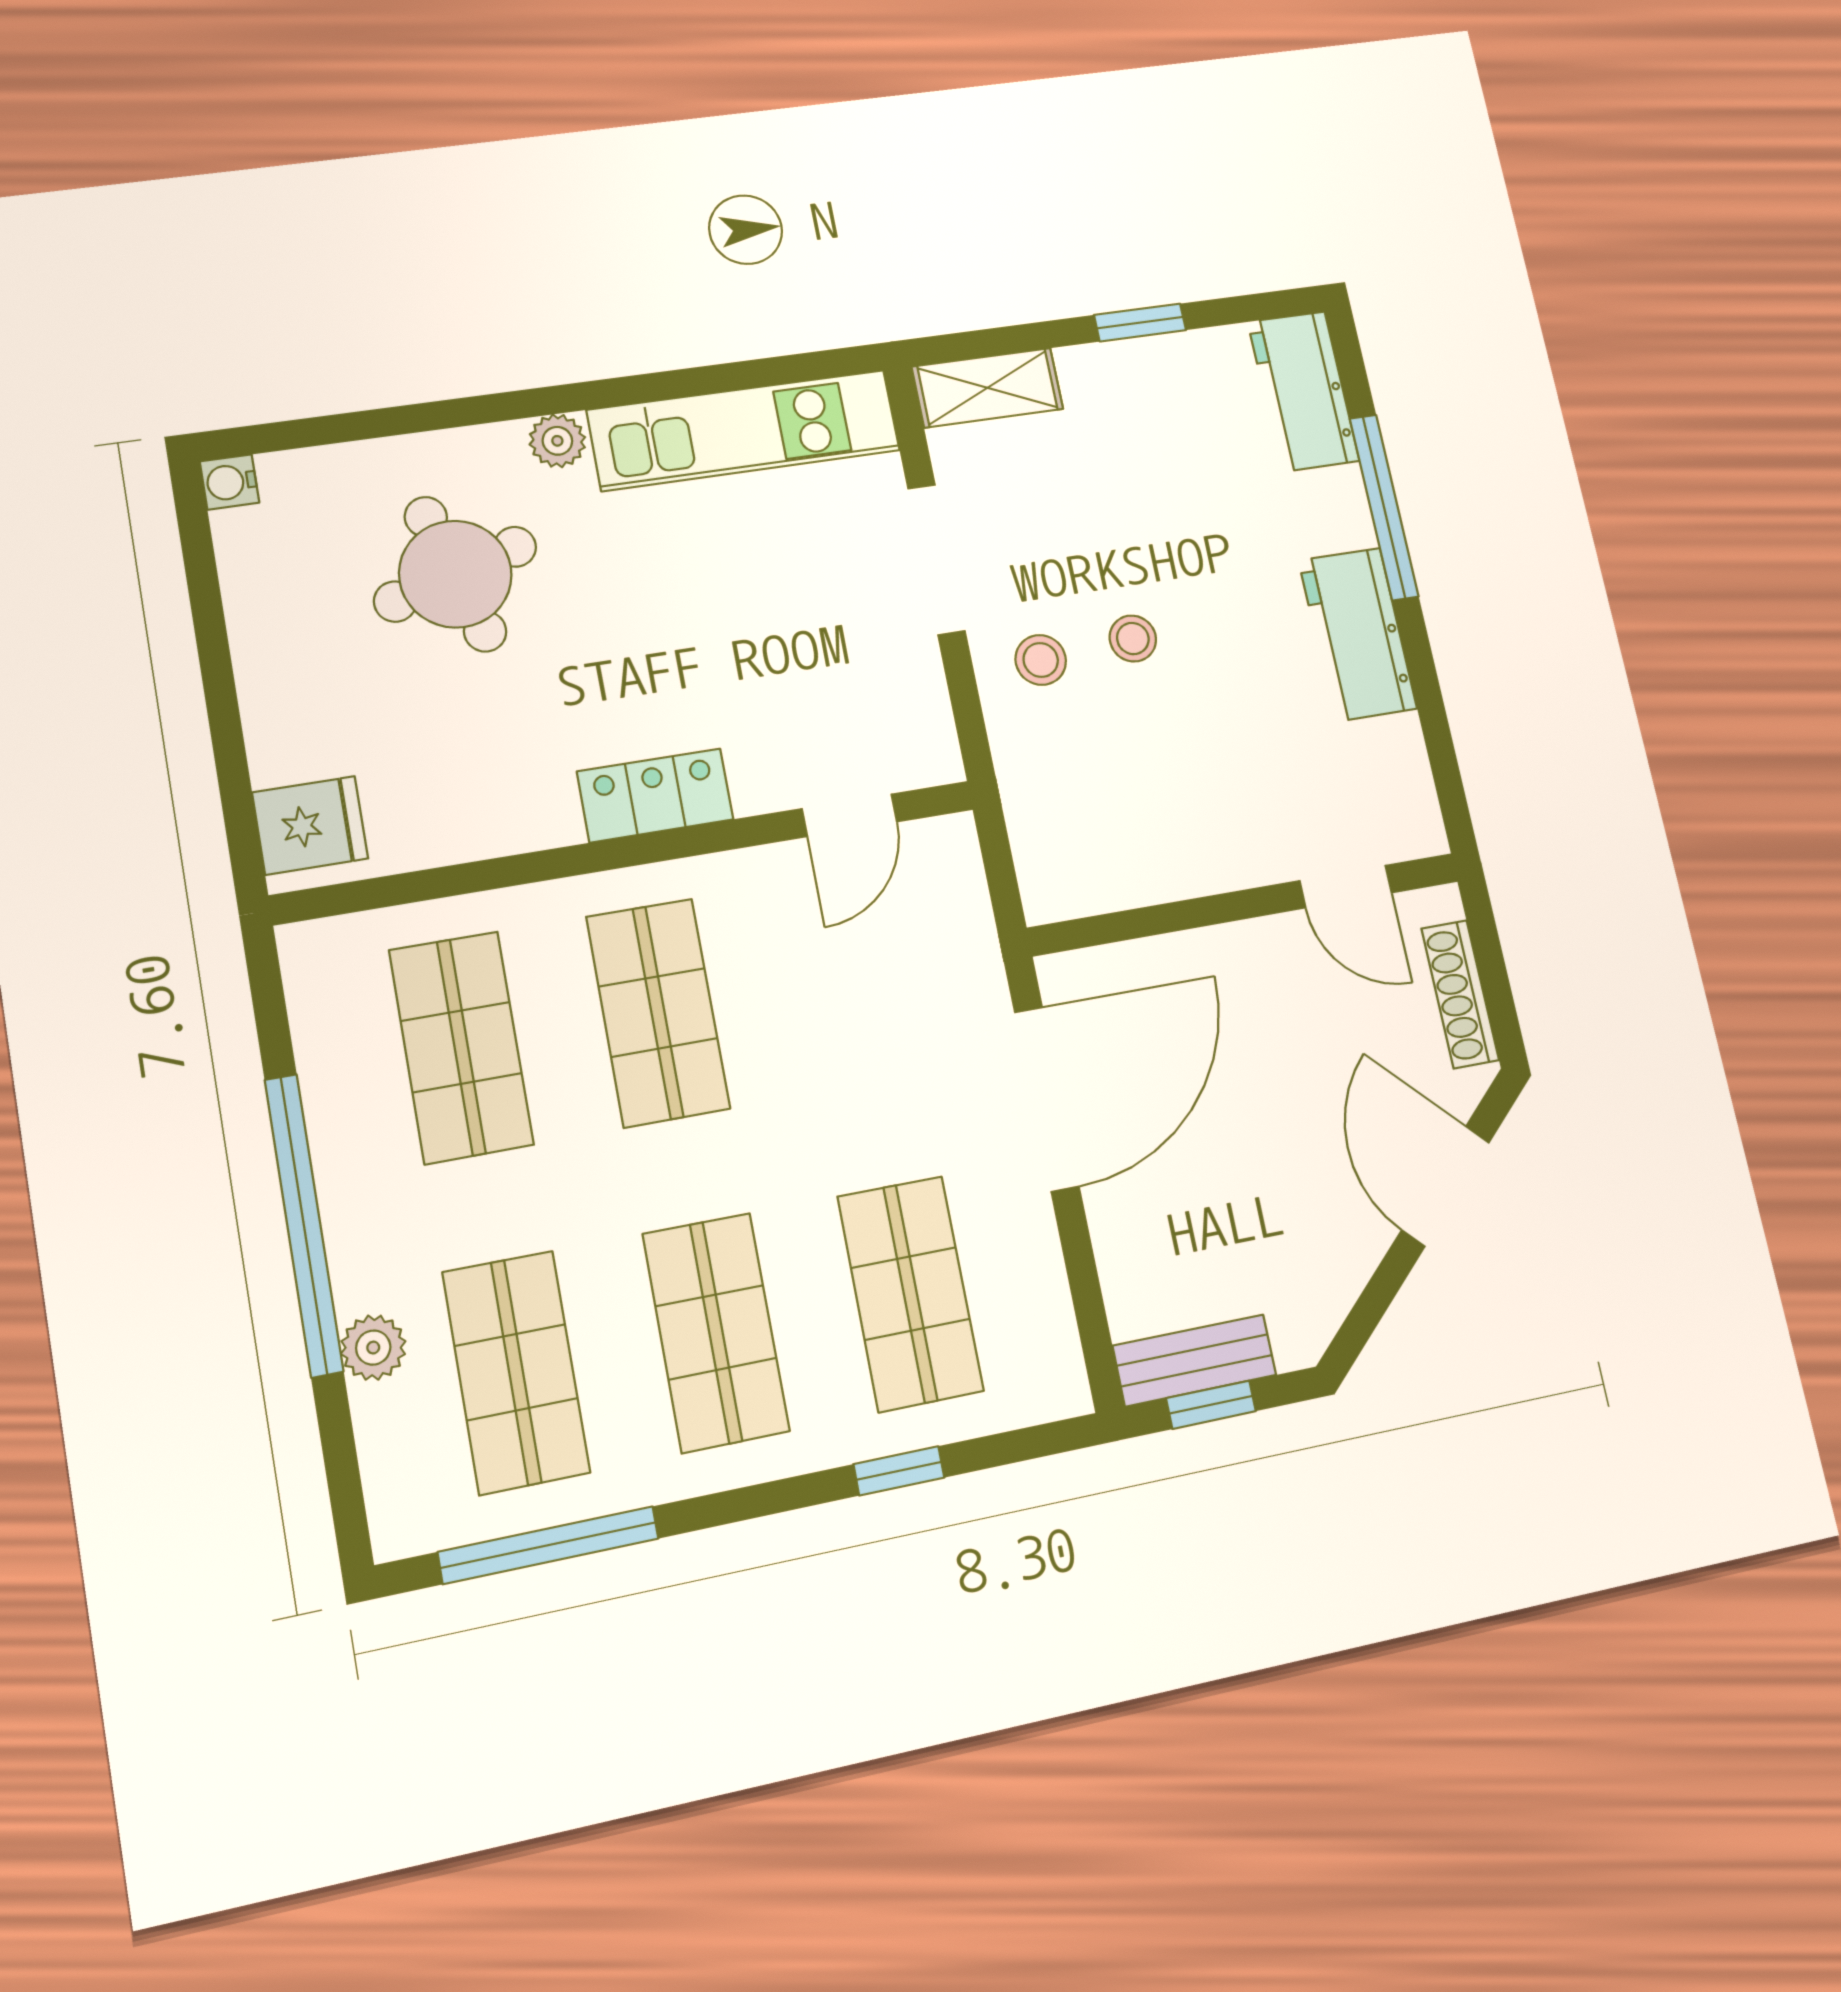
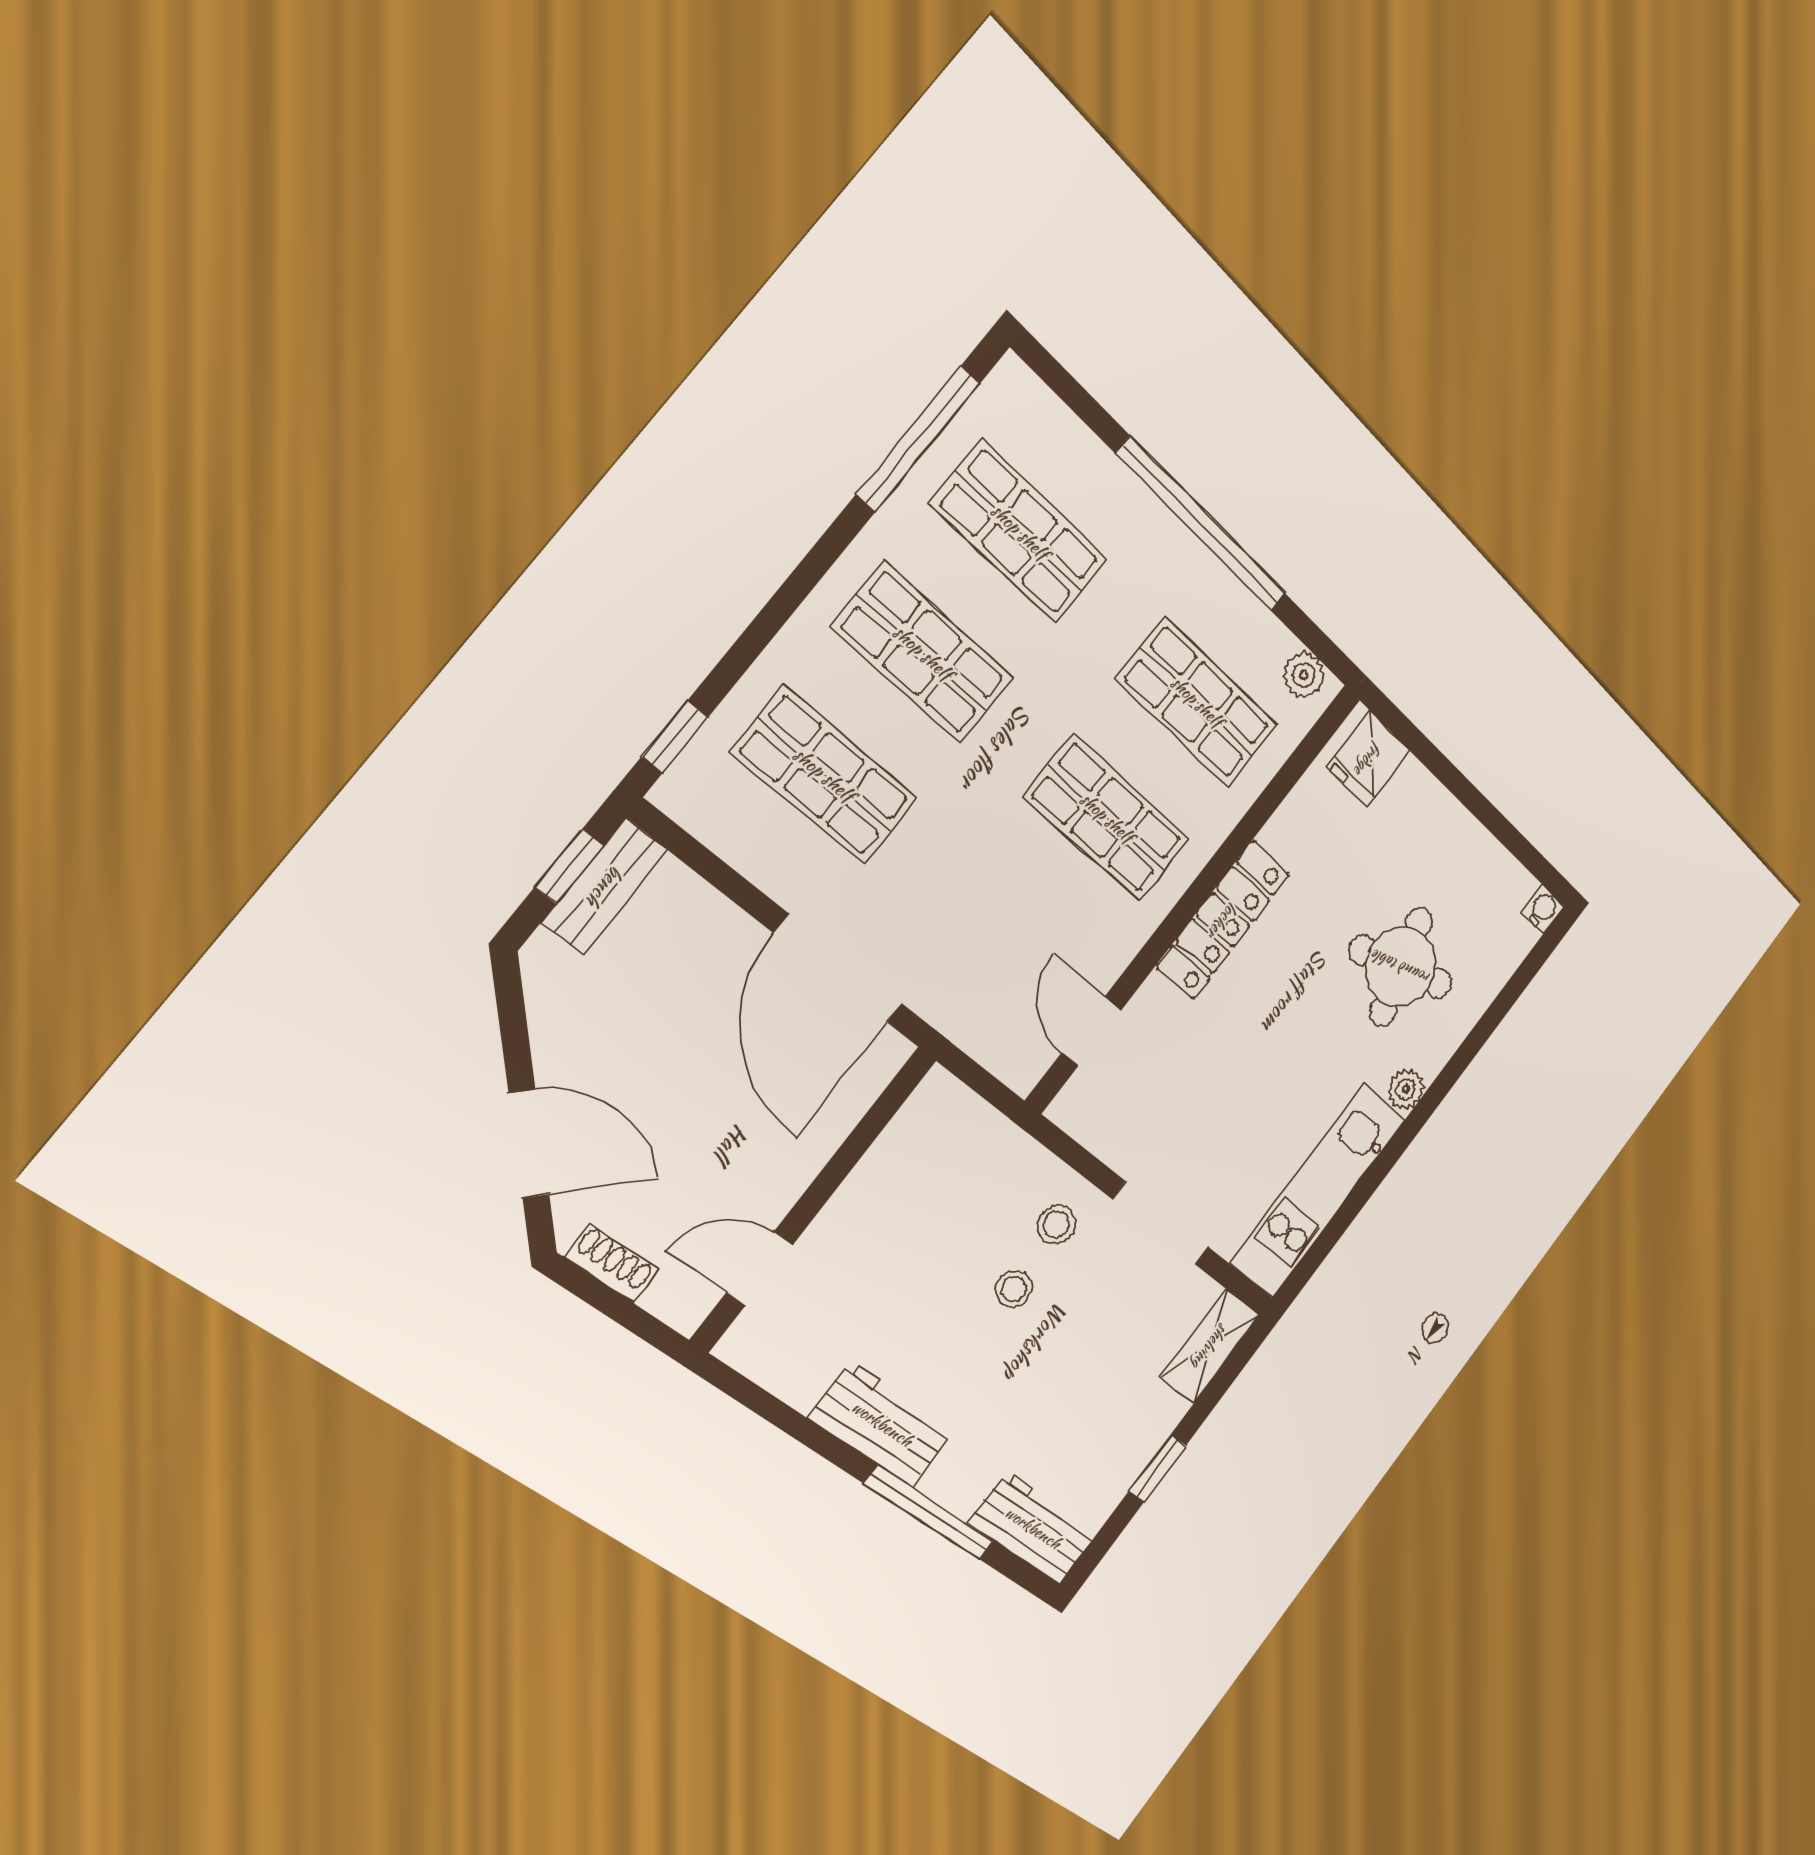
locker: (655, 795) -> (1223, 920), width x1.53
shoe rack: (1460, 994) -> (611, 1263), width x0.70
plant: (373, 1348) -> (1304, 675), moved
window: (899, 1471) -> (675, 737), moved

